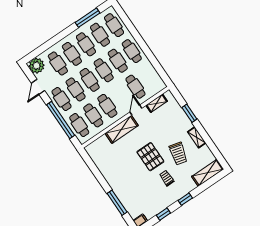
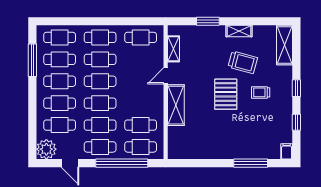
cafe table: (135, 87) -> (141, 37), moved
cafe table: (107, 106) -> (141, 103), removed
door: (136, 110) -> (166, 76), hinge flipped
pallet: (150, 157) -> (226, 94), turned 90

